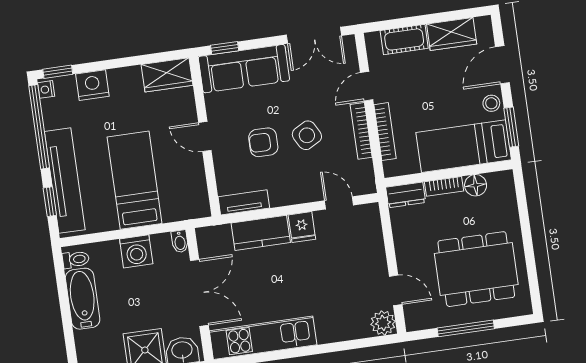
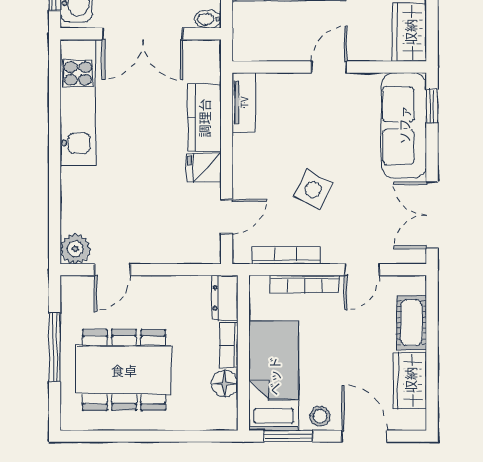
door: (367, 86) -> (362, 270), swing flipped
bookcase: (361, 131) -> (286, 255), moved
side table: (307, 135) -> (313, 190), turned -34
armchair: (263, 142) -> (312, 136), removed
dining table: (476, 269) -> (124, 370), turned 90

